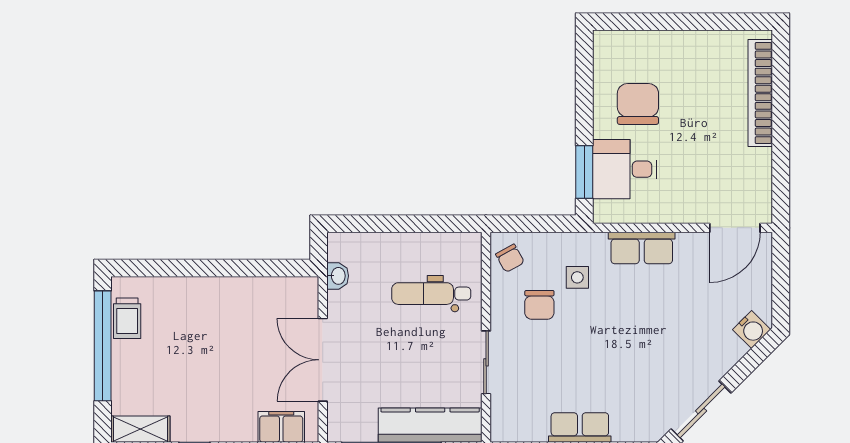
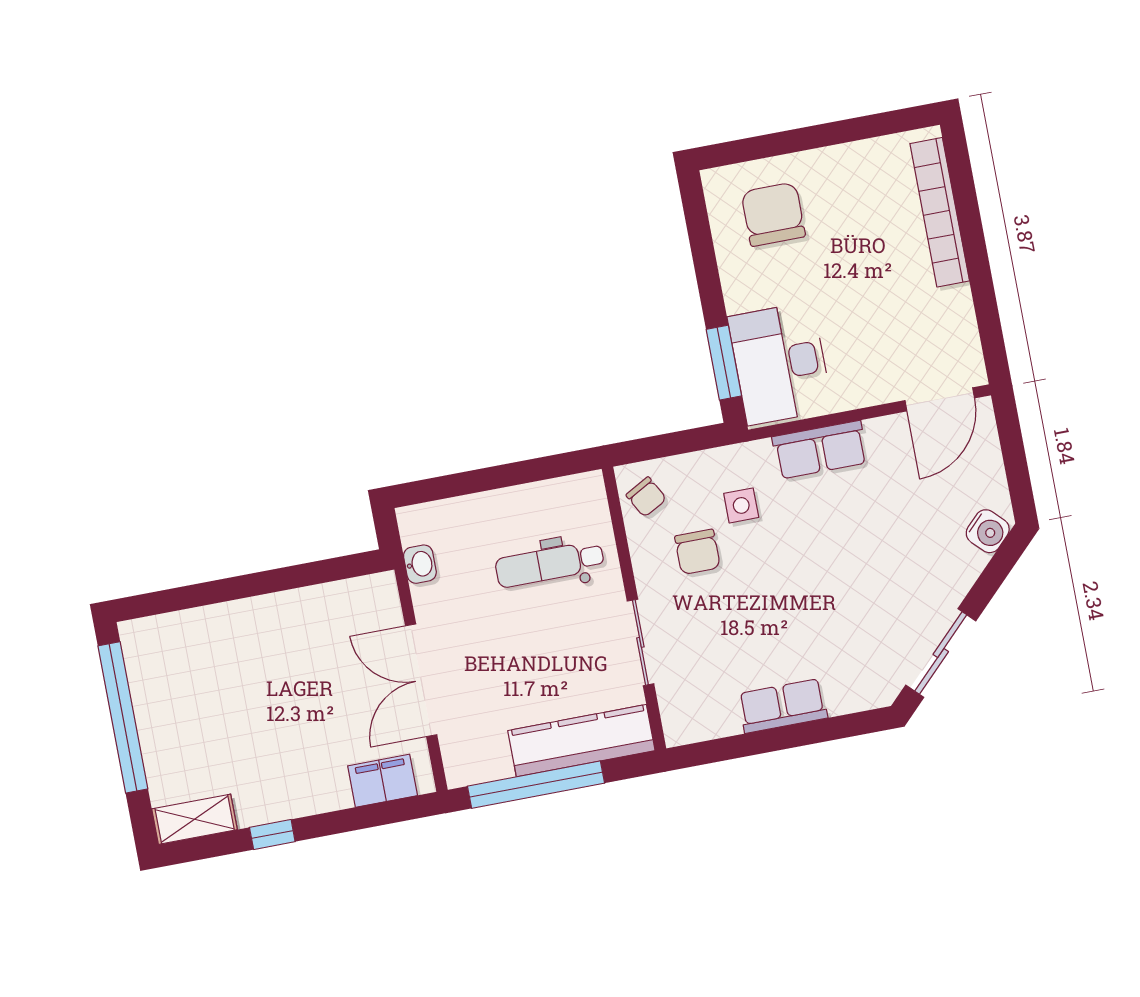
chair: (638, 104) -> (773, 214), moved
desk: (625, 169) -> (780, 363), width x1.37
trolley: (127, 318) -> (149, 674), removed

